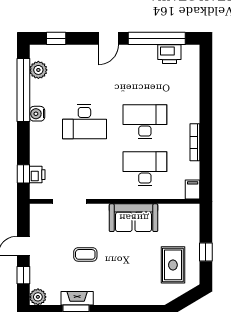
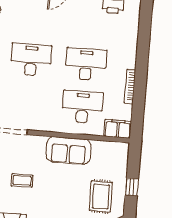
desk: (84, 122) -> (31, 60), turned 180
filing cabinet: (193, 189) -> (118, 129), width x2.00

